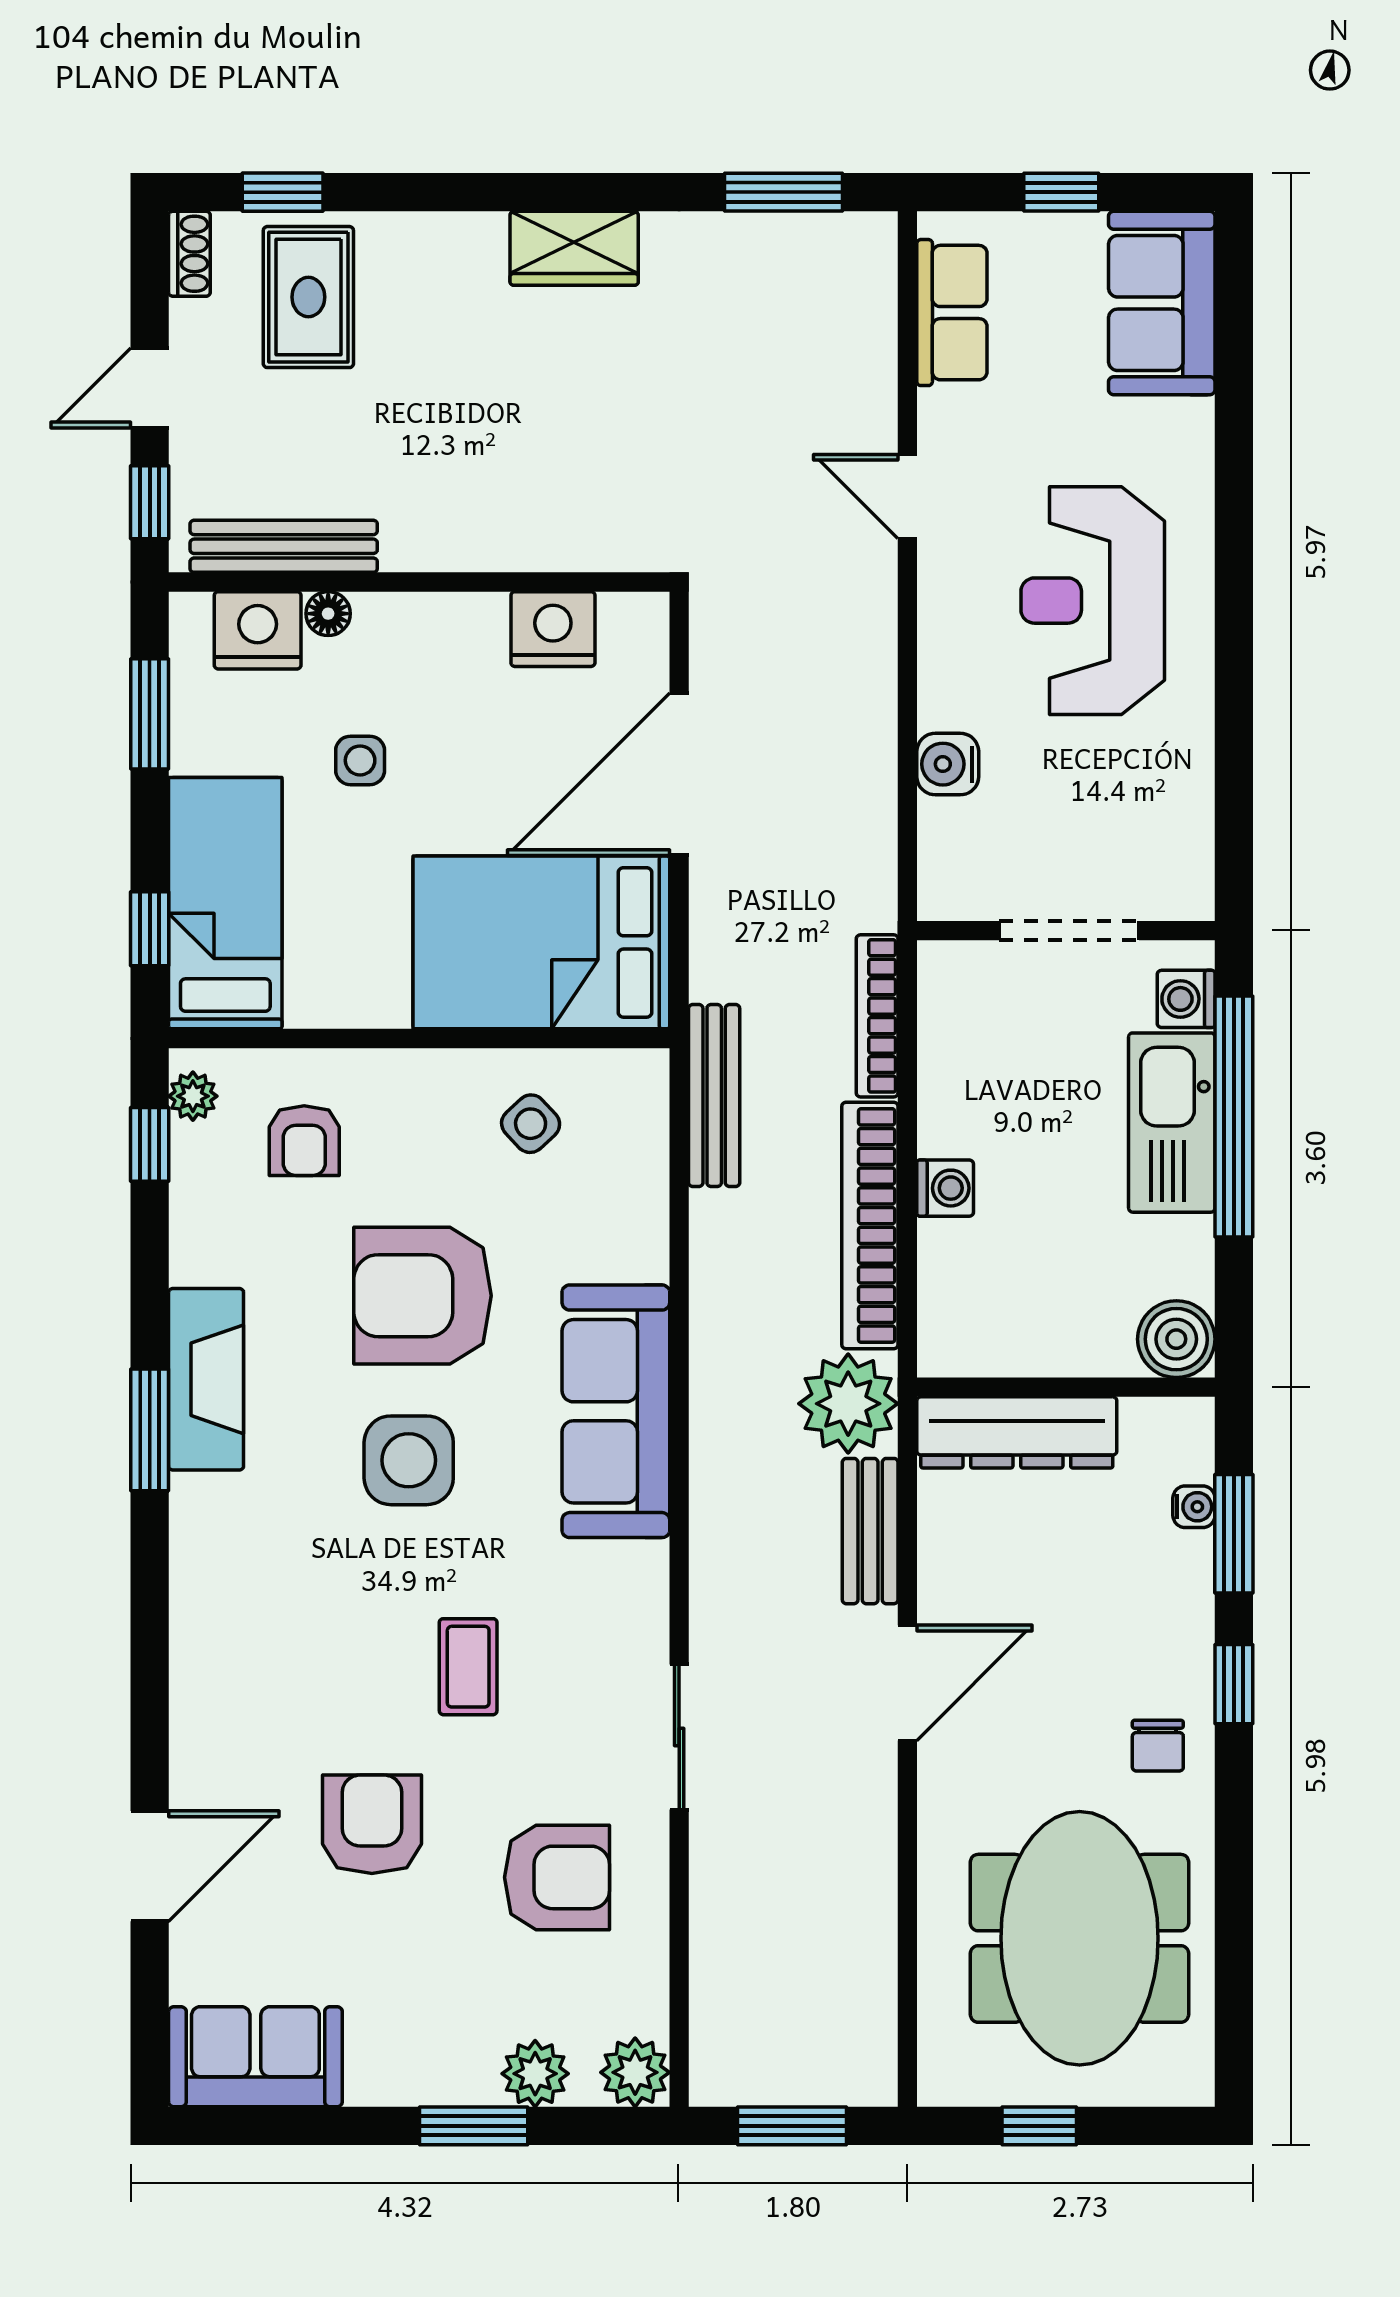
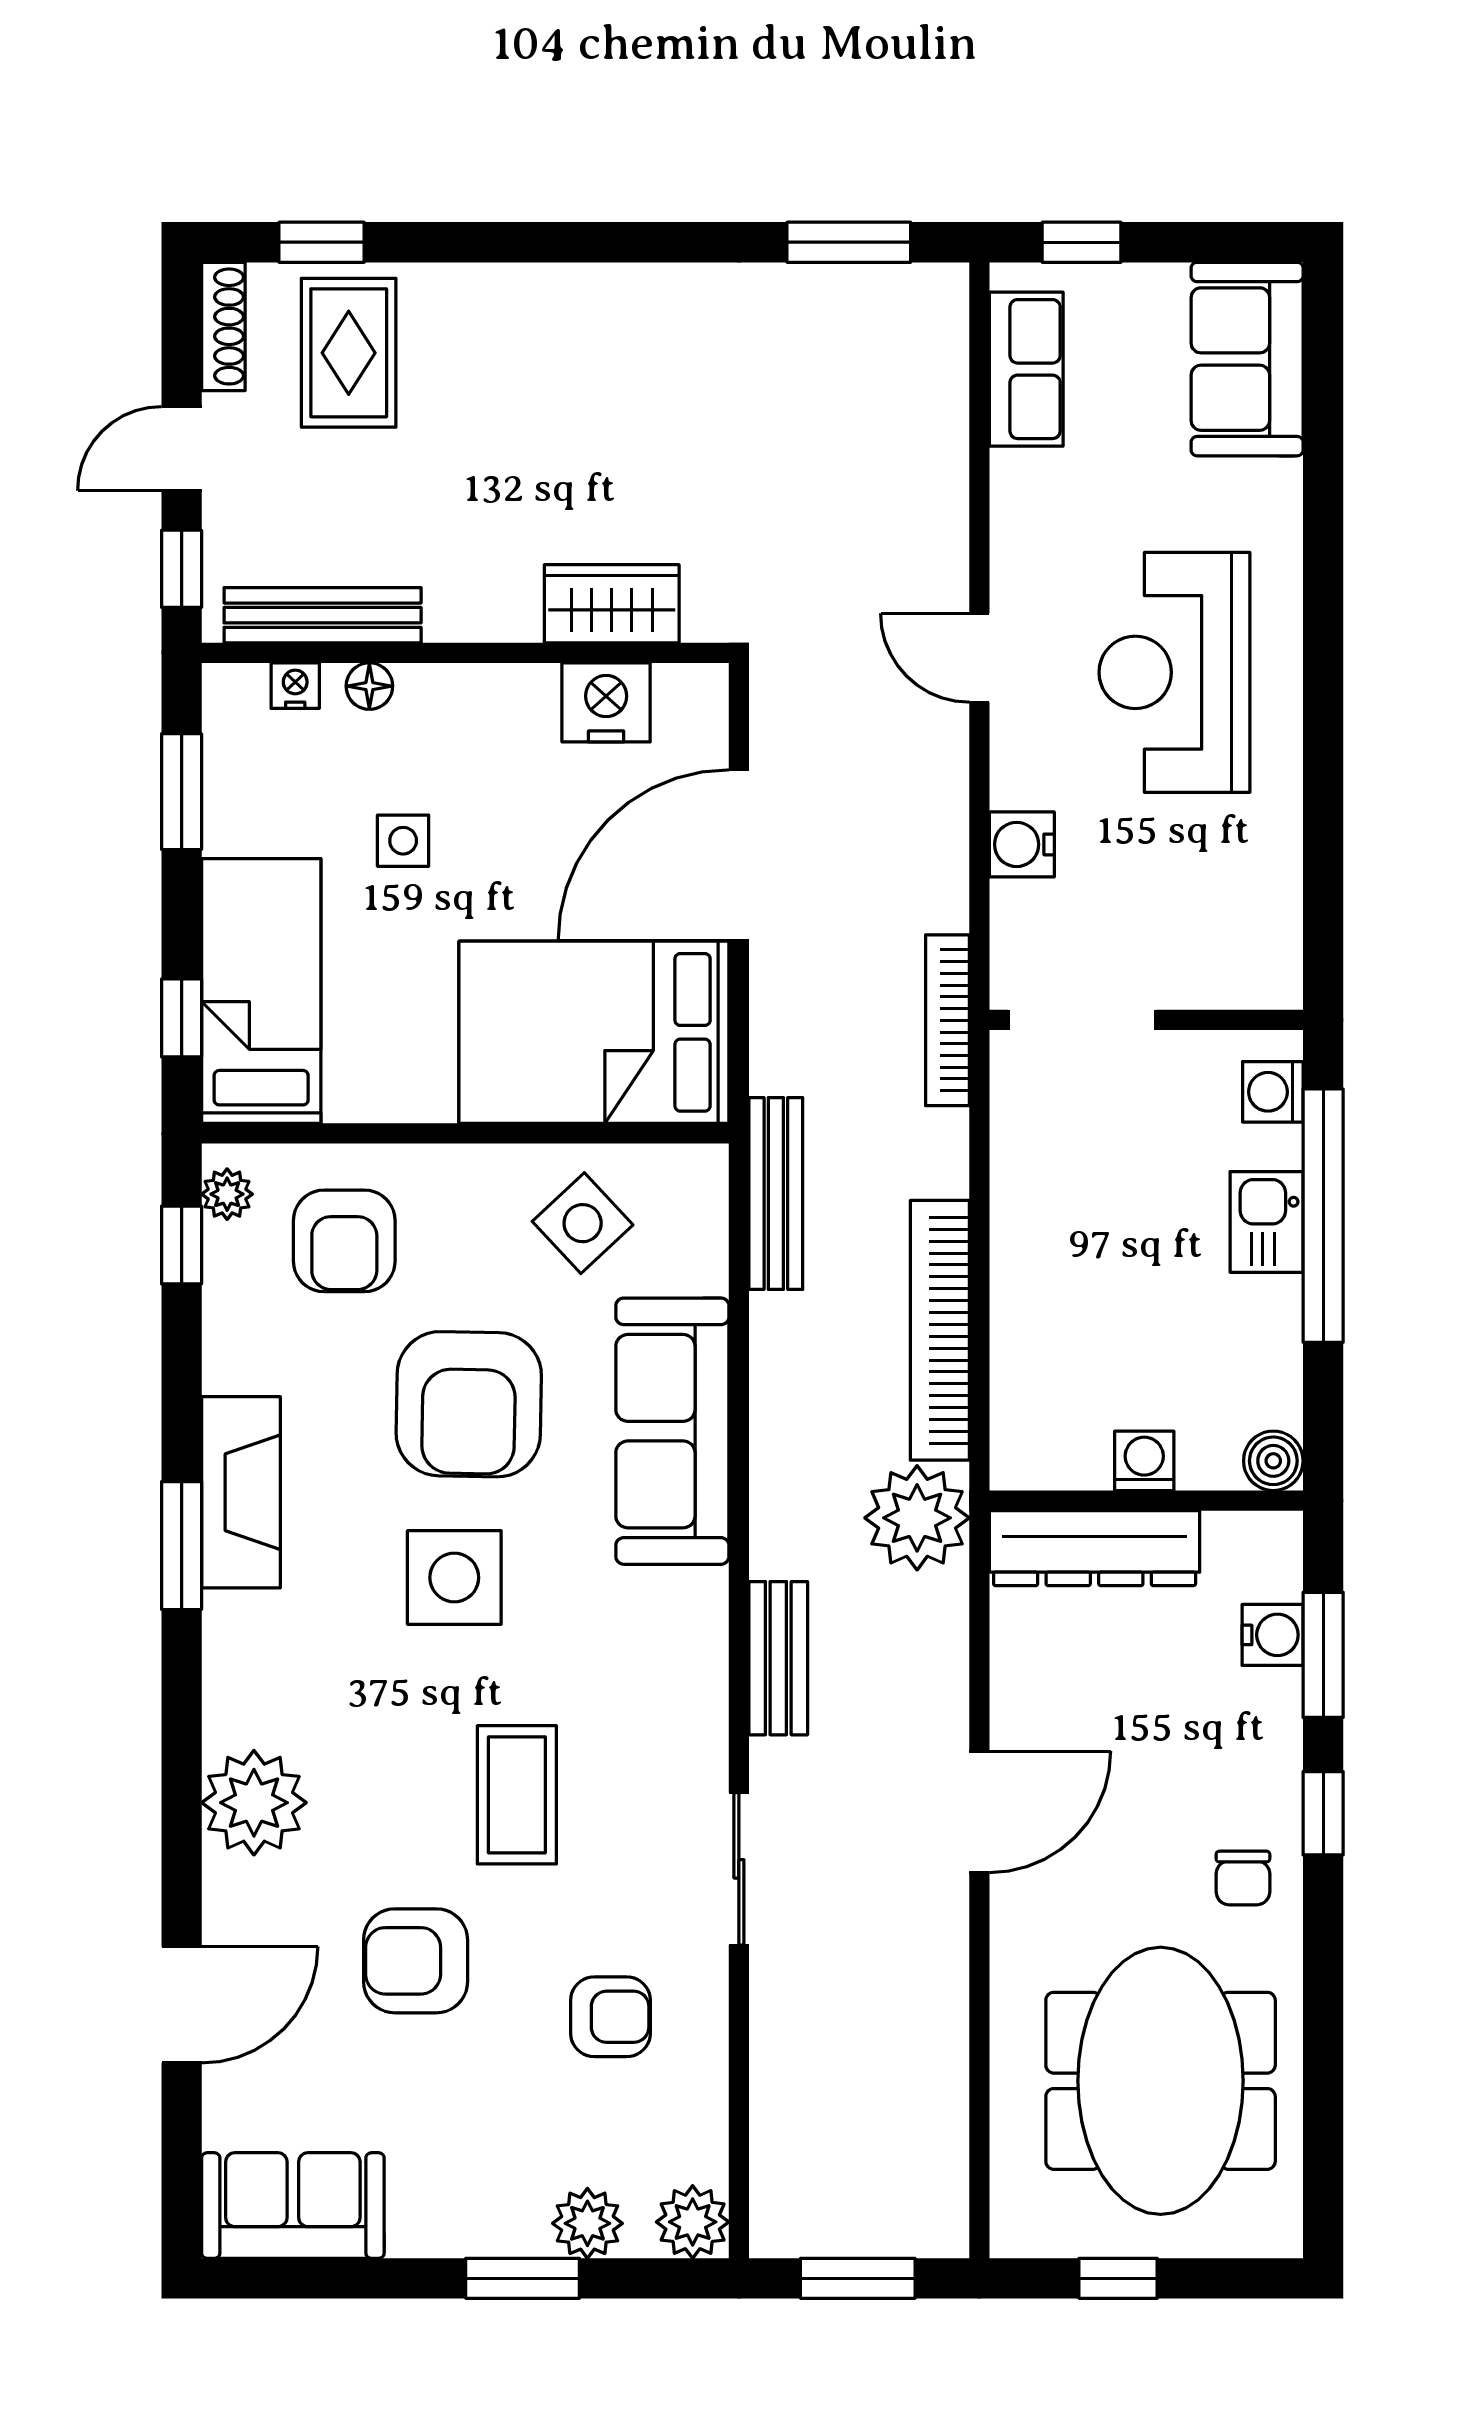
window: (1061, 192) -> (1082, 242), moved
wardrobe: (574, 248) -> (612, 604), moved, turned 180
shoe rack: (189, 254) -> (223, 326), width x1.43
door: (907, 496) -> (979, 658), moved
nightstand: (258, 630) -> (295, 686), width x0.53, depth x0.56
doorway: (1069, 931) -> (1082, 1020), moved
bookcase: (877, 1016) -> (947, 1020), moved
kitchen sink: (1172, 1123) -> (1267, 1222), width x0.53, depth x0.81
side table: (531, 1124) -> (583, 1223), width x1.37, depth x1.37
armchair: (304, 1141) -> (344, 1241), width x1.38, depth x1.38
washing machine: (945, 1188) -> (1144, 1461), moved, turned -90
armchair: (422, 1296) -> (469, 1404), turned -89
boiler: (1176, 1339) -> (1273, 1461), width x0.73, depth x0.73
sofa: (616, 1411) -> (672, 1431), moved
water cooler: (1194, 1507) -> (1273, 1635), width x1.38, depth x1.38
bench: (870, 1531) -> (778, 1658), moved
coffee table: (468, 1667) -> (517, 1795), width x1.36, depth x1.30
plant: (218, 1674) -> (254, 1803), added
armchair: (372, 1824) -> (416, 1961), turned -90
armchair: (557, 1877) -> (610, 2017), width x0.72, depth x0.72

